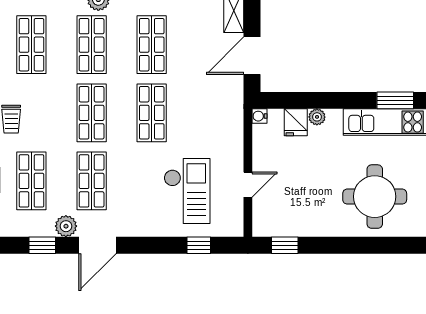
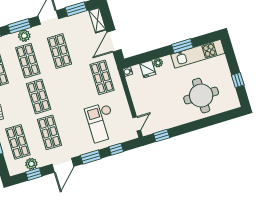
window: (395, 100) -> (182, 46), moved
shop shelf: (152, 113) -> (102, 77), moved
door: (248, 185) -> (137, 124), moved
checkout: (187, 191) -> (101, 122), turned 180
plant: (66, 226) -> (31, 164), moved
window: (150, 245) -> (91, 157), added

